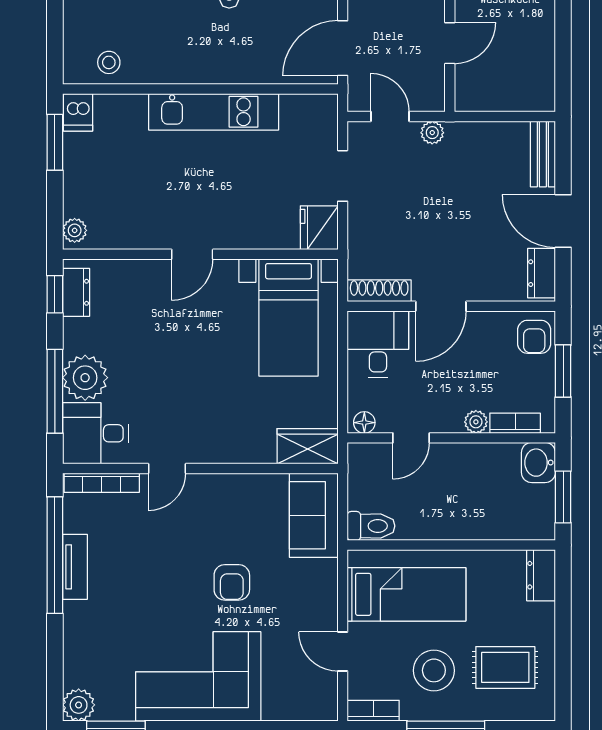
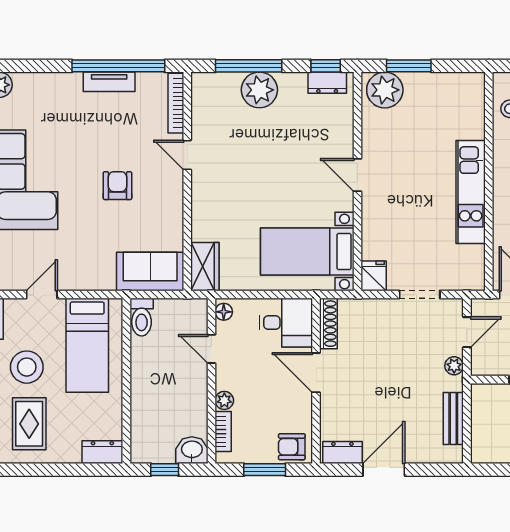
dishwasher: (78, 112) -> (470, 84), removed
window: (55, 142) -> (409, 66), moved
bench: (543, 154) -> (453, 418), moved, turned 90
fridge: (319, 228) -> (374, 276), width x0.72
plant: (75, 230) -> (385, 90), width x1.87, depth x1.87
desk: (96, 433) -> (215, 98), removed
window: (563, 497) -> (165, 470), width x0.67
armchair: (232, 582) -> (117, 186), moved, turned 90

